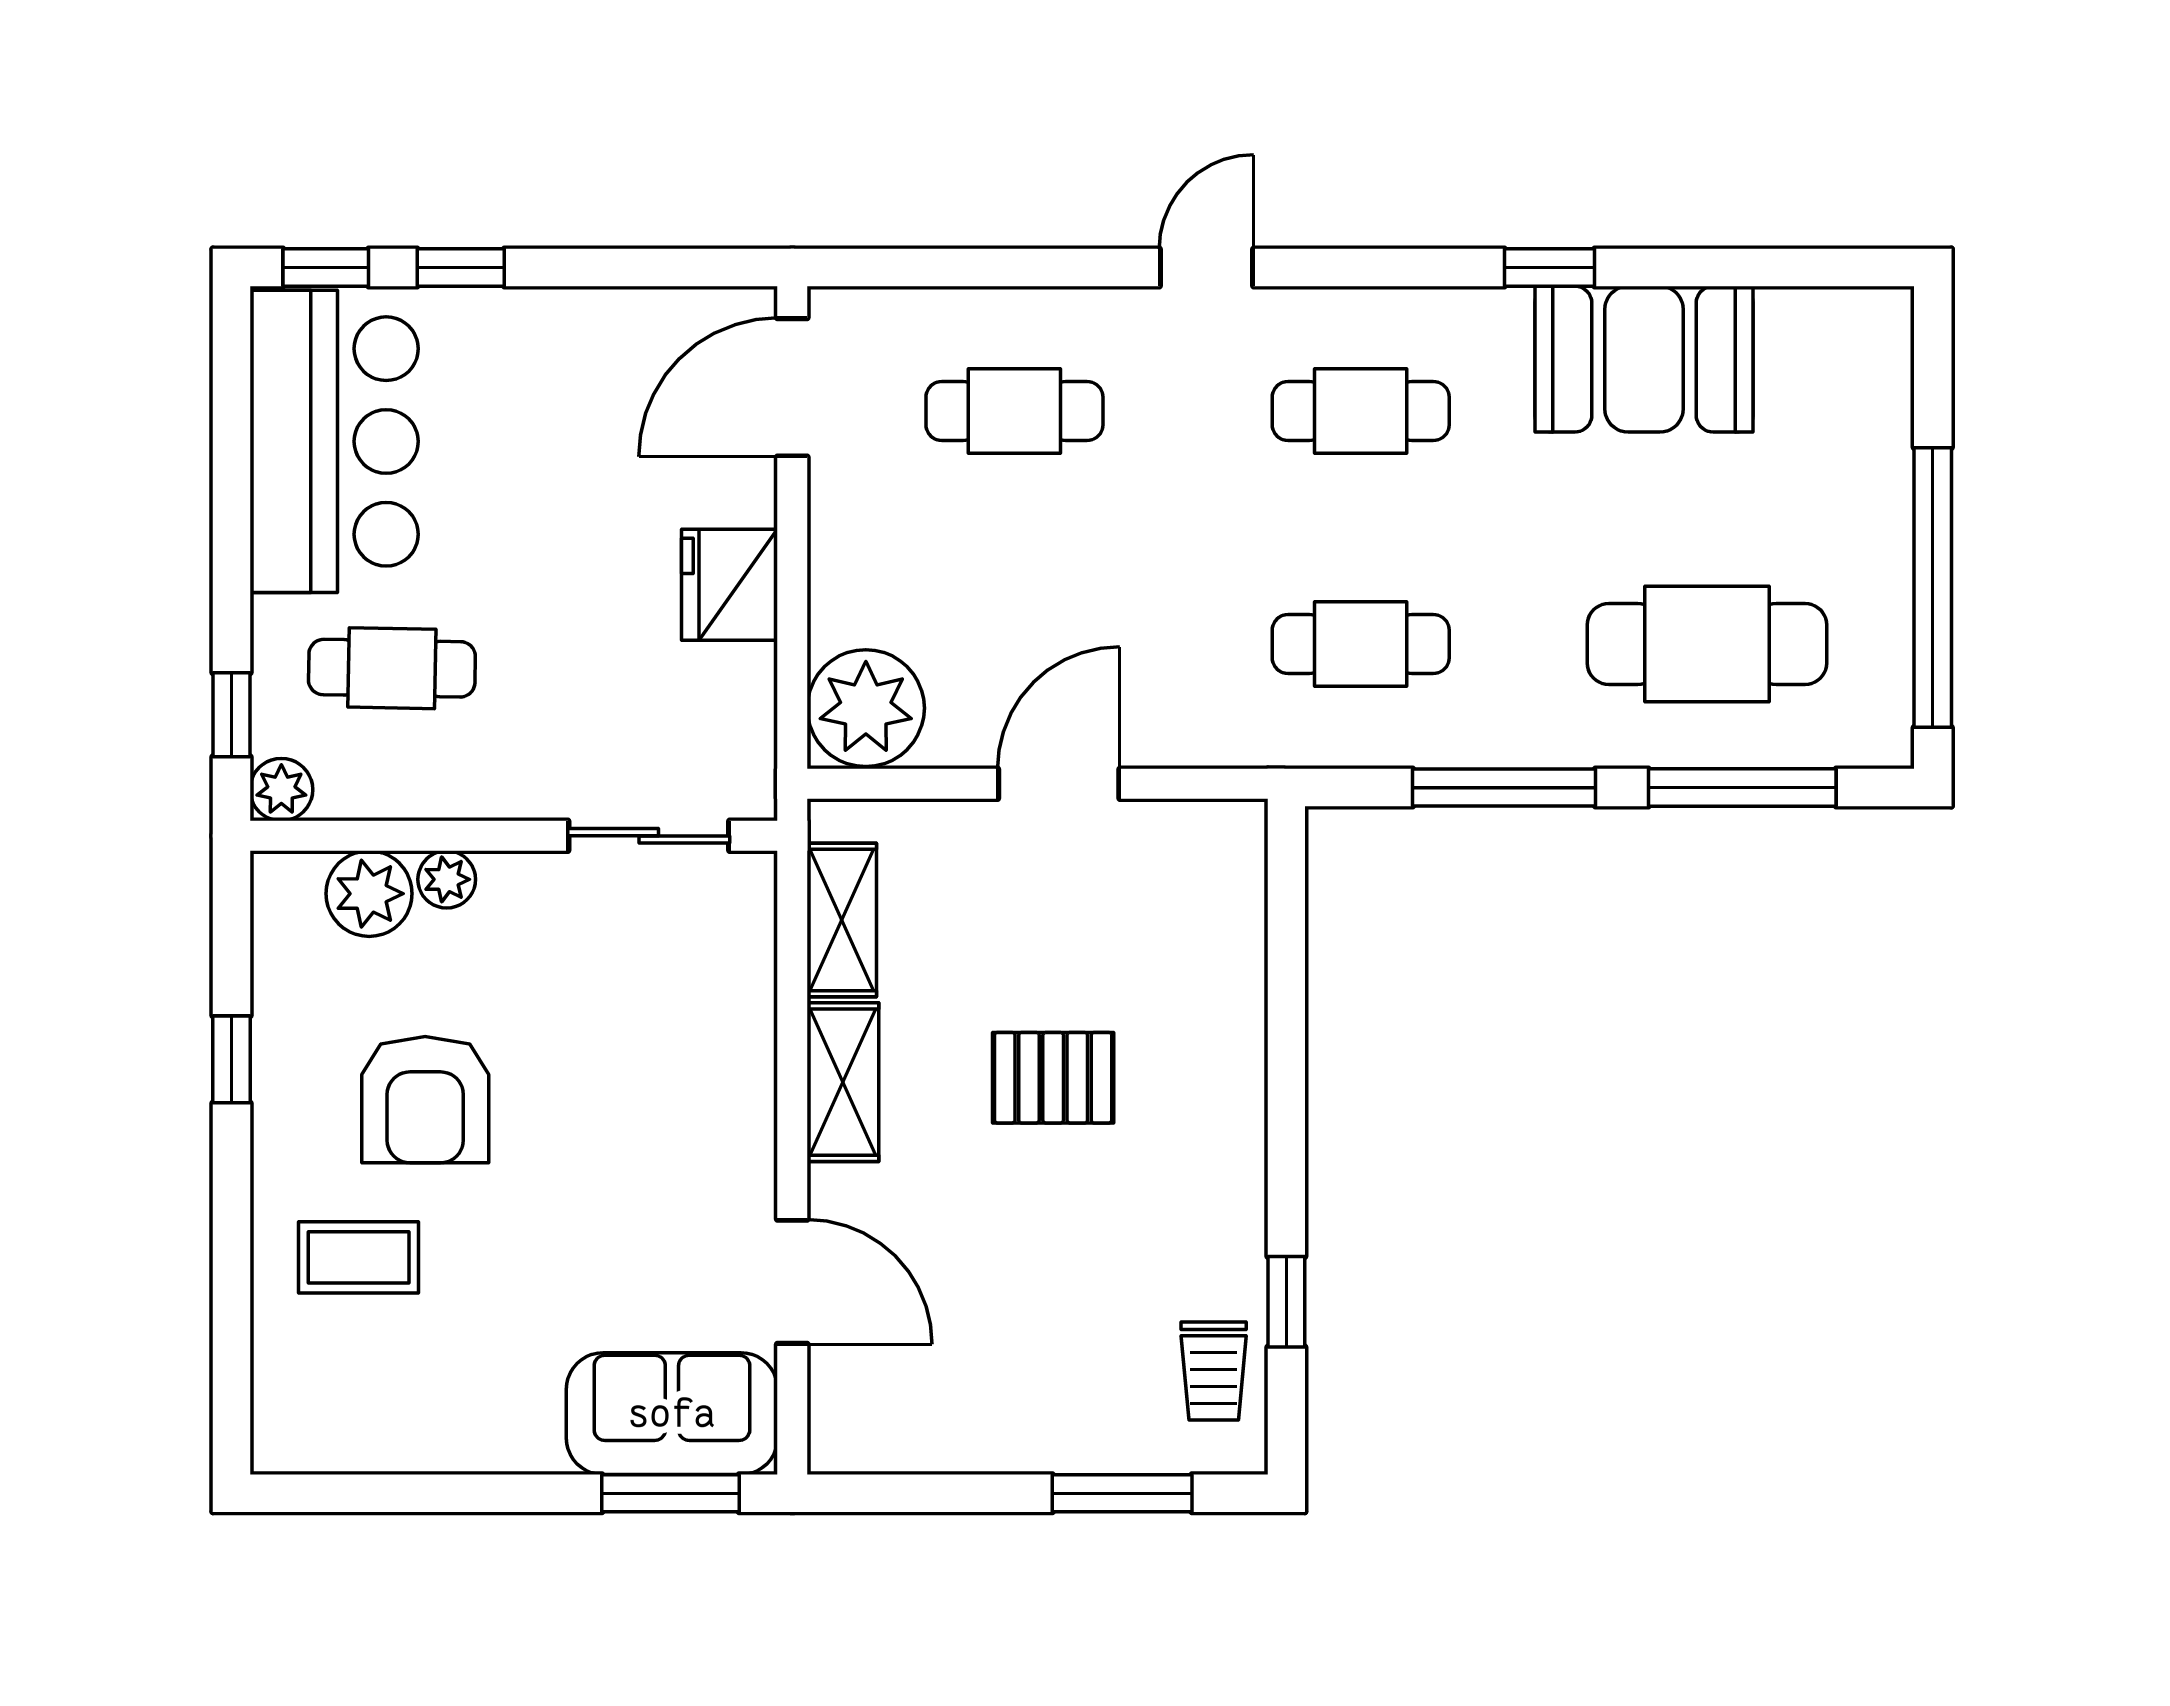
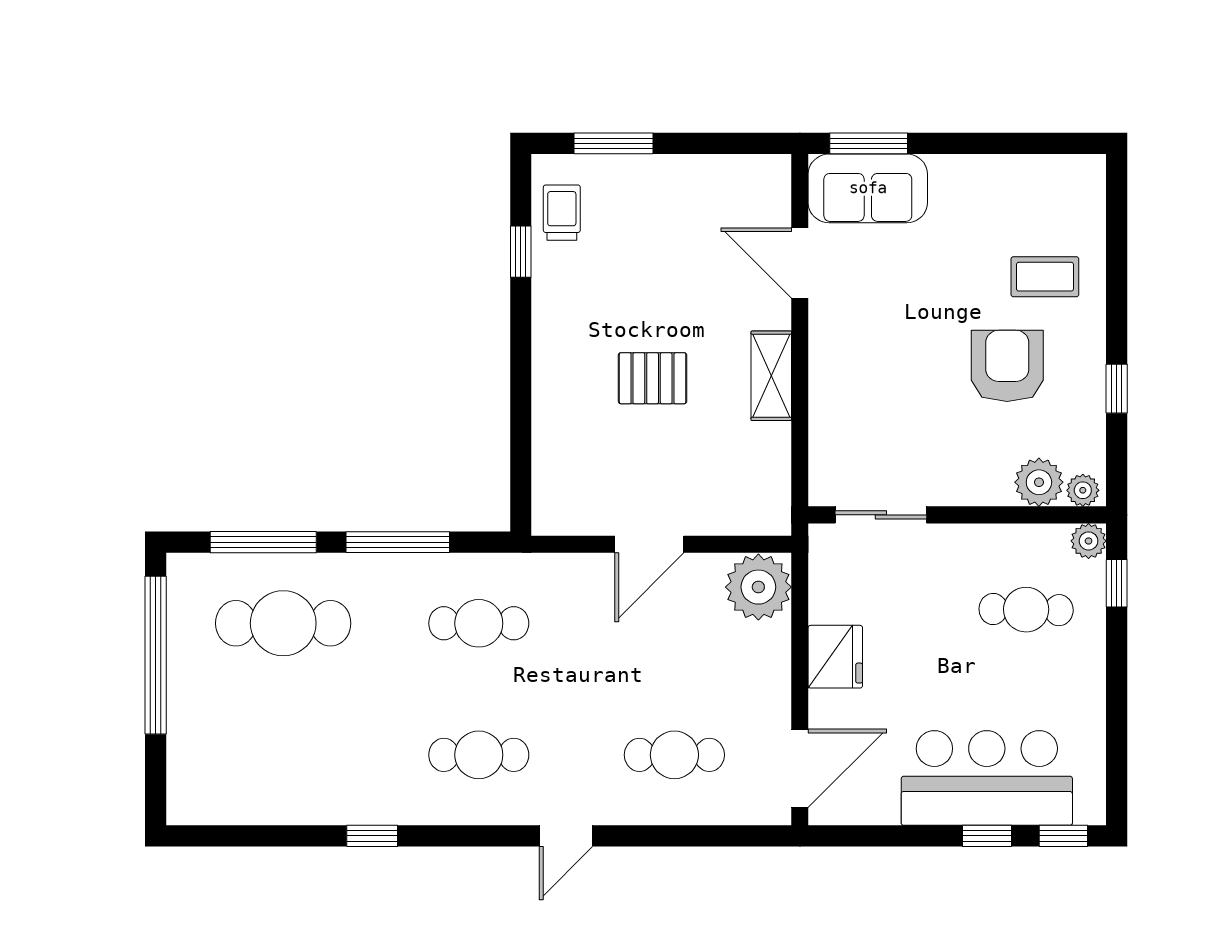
booth: (1644, 359) -> (319, 784), removed
bar counter: (334, 441) -> (987, 778), moved, turned 90
plant: (447, 879) -> (1083, 490), moved
shelving: (842, 920) -> (772, 467), removed

